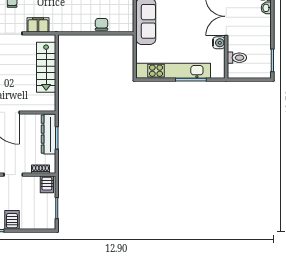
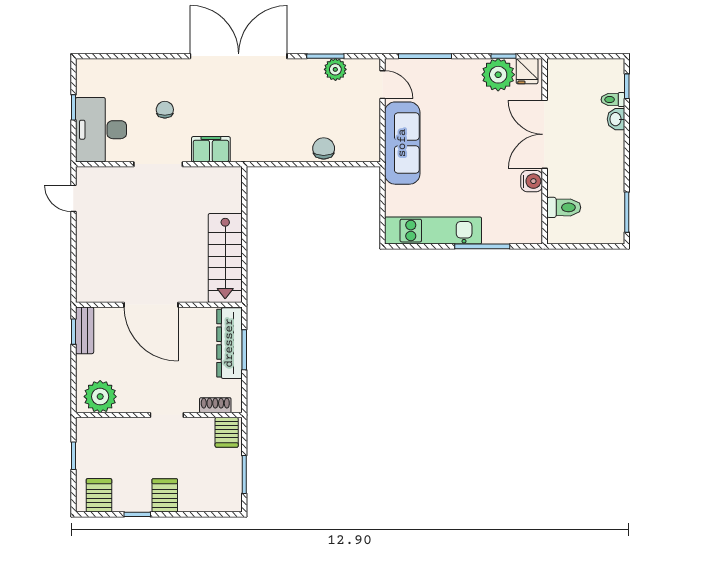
stairs: (46, 67) -> (225, 258), moved
kitchen unit: (173, 71) -> (433, 231), width x0.73

